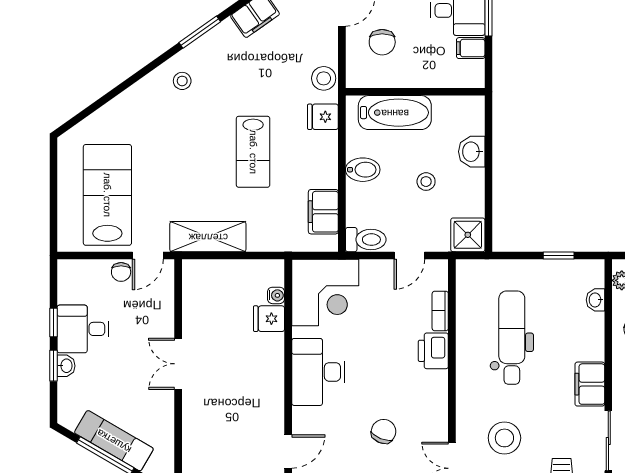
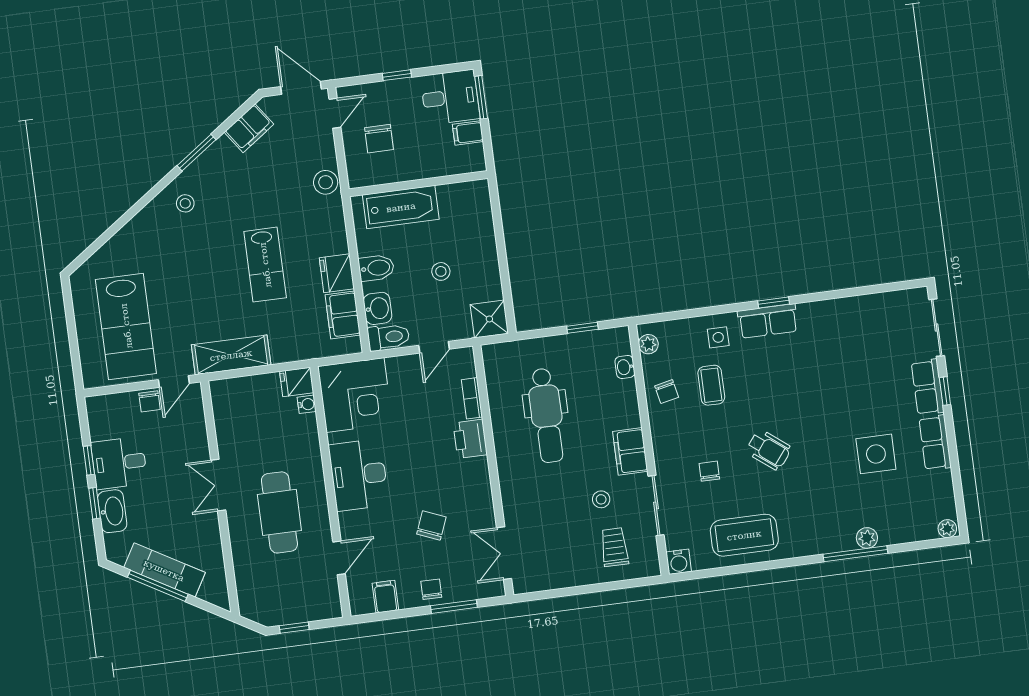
fridge: (323, 117) -> (337, 273), moved, width x1.38
washbasin: (472, 152) -> (378, 308), moved, turned 180
lab bench: (107, 195) -> (126, 326), turned 180
fridge: (269, 319) -> (297, 382), moved
dental chair: (512, 338) -> (547, 415), turned 180
washbasin: (66, 366) -> (112, 511), width x1.91, depth x1.45
cafe table: (235, 399) -> (279, 512), added
stool: (504, 438) -> (601, 499), moved, width x0.53, depth x0.53

